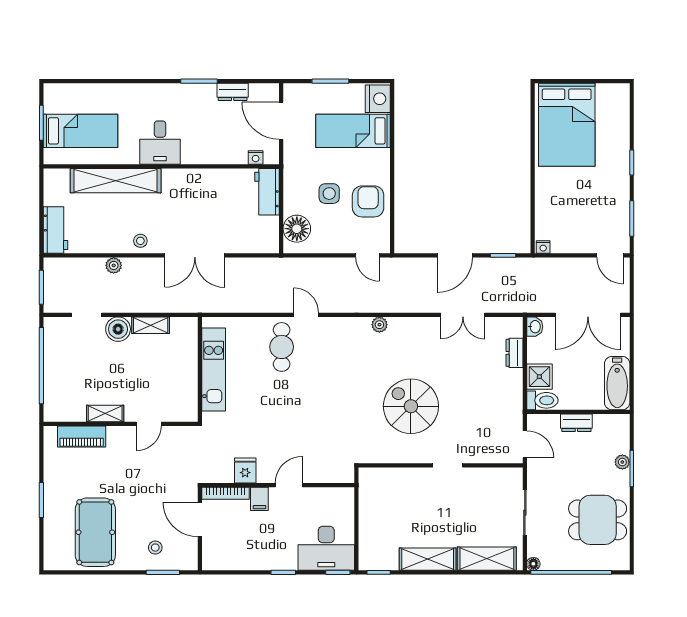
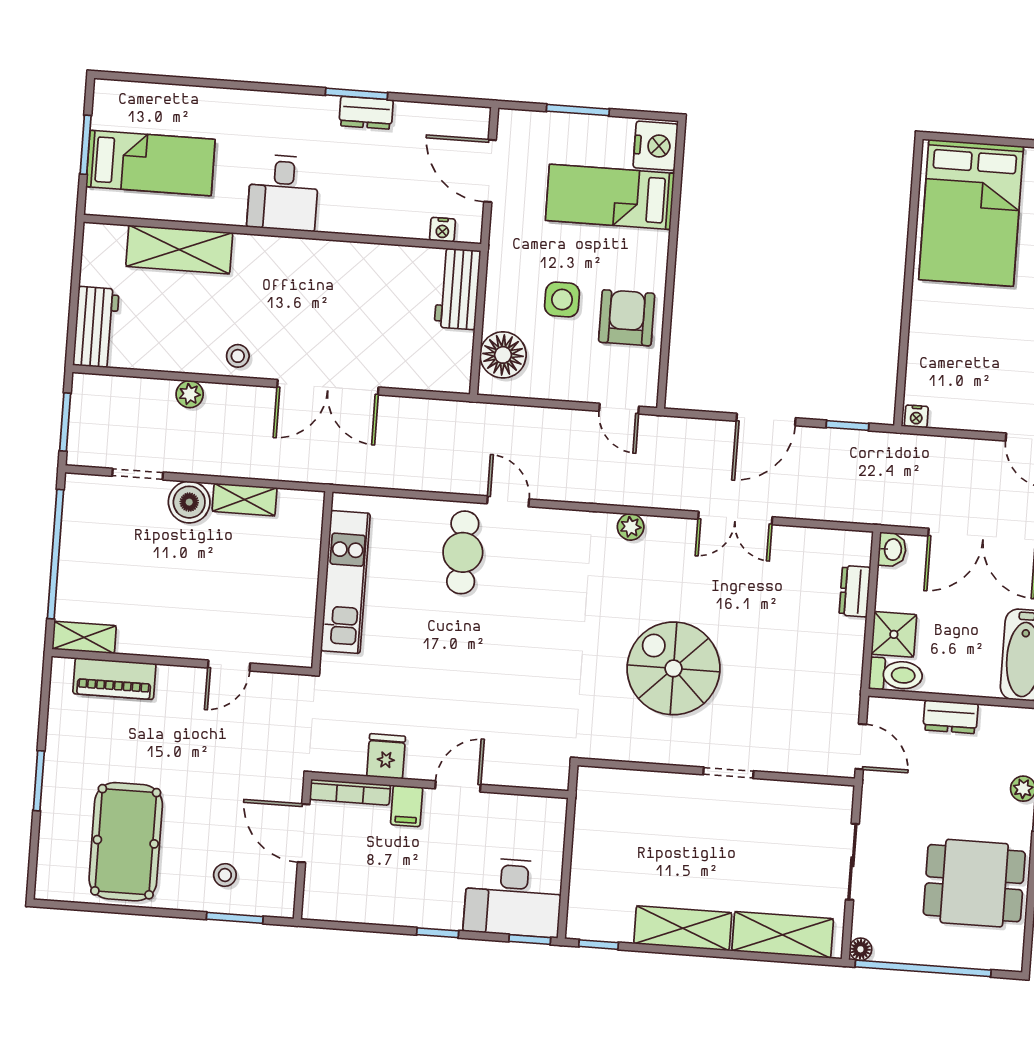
dresser: (233, 92) -> (366, 113), moved
shelving: (116, 181) -> (179, 250), width x0.68
double door: (463, 315) -> (735, 518), moved
shelving: (105, 413) -> (84, 637), moved

